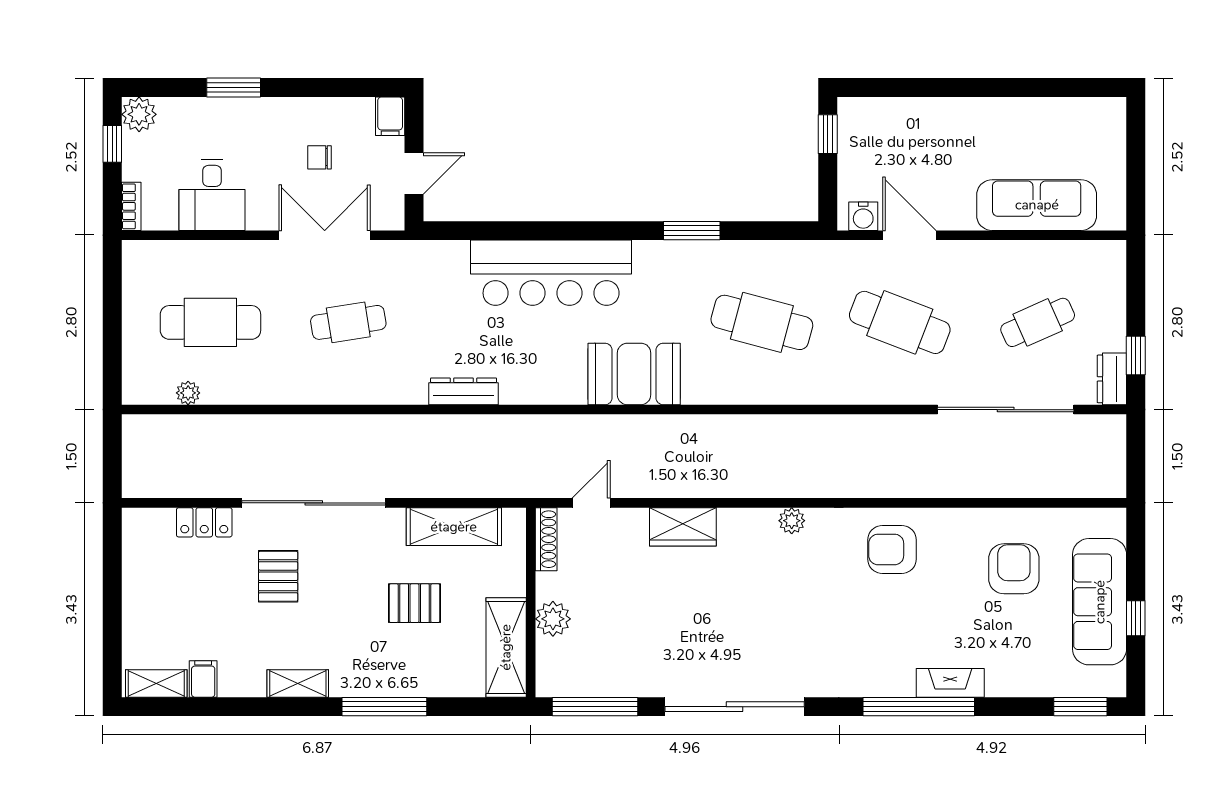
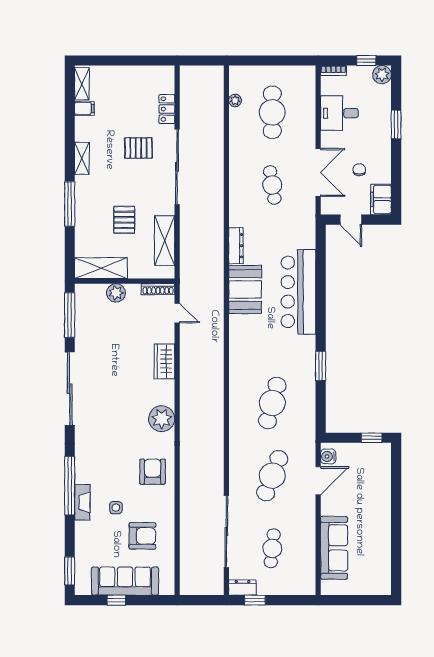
filing cabinet: (390, 116) -> (381, 199), width x2.00
cafe table: (1038, 322) -> (272, 548), turned 30
booth: (634, 374) -> (245, 290), moved
plant: (792, 521) -> (162, 419), width x1.88, depth x1.88
side table: (960, 619) -> (116, 508), added

